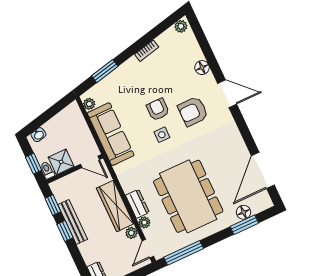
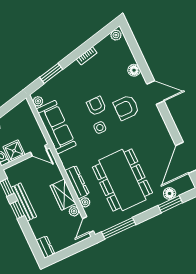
dresser: (137, 204) -> (77, 182), width x1.44
wardrobe: (115, 206) -> (63, 195), width x0.67

